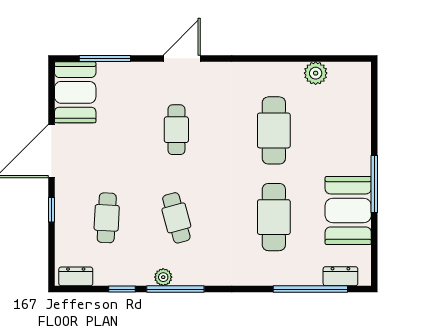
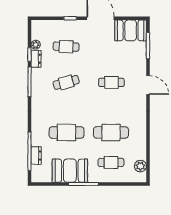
plant: (316, 73) -> (140, 166), moved
cafe table: (332, 130) -> (111, 162), added
dresser: (76, 276) -> (36, 59), moved
dresser: (340, 276) -> (36, 155), moved
plant: (163, 277) -> (36, 45), moved

